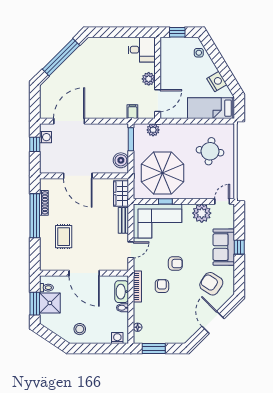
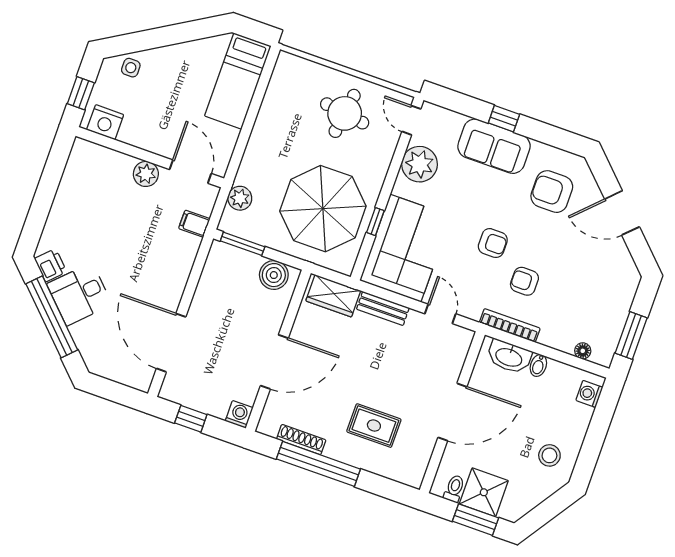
printer: (86, 48) -> (51, 265), added
desk: (142, 50) -> (79, 294), moved, turned -135
nightstand: (217, 81) -> (105, 122), moved, turned -149
washing machine: (45, 137) -> (239, 414), moved
round table: (210, 151) -> (345, 113), moved
armchair: (175, 264) -> (493, 243), turned 90
armchair: (211, 284) -> (552, 192), turned 57

